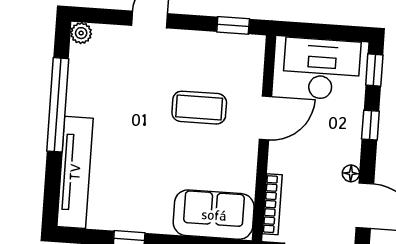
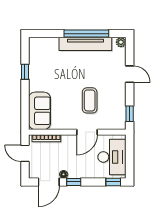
door: (265, 118) -> (87, 132), hinge flipped
window: (370, 125) -> (74, 182), moved
tv unit: (75, 172) -> (85, 44), moved

